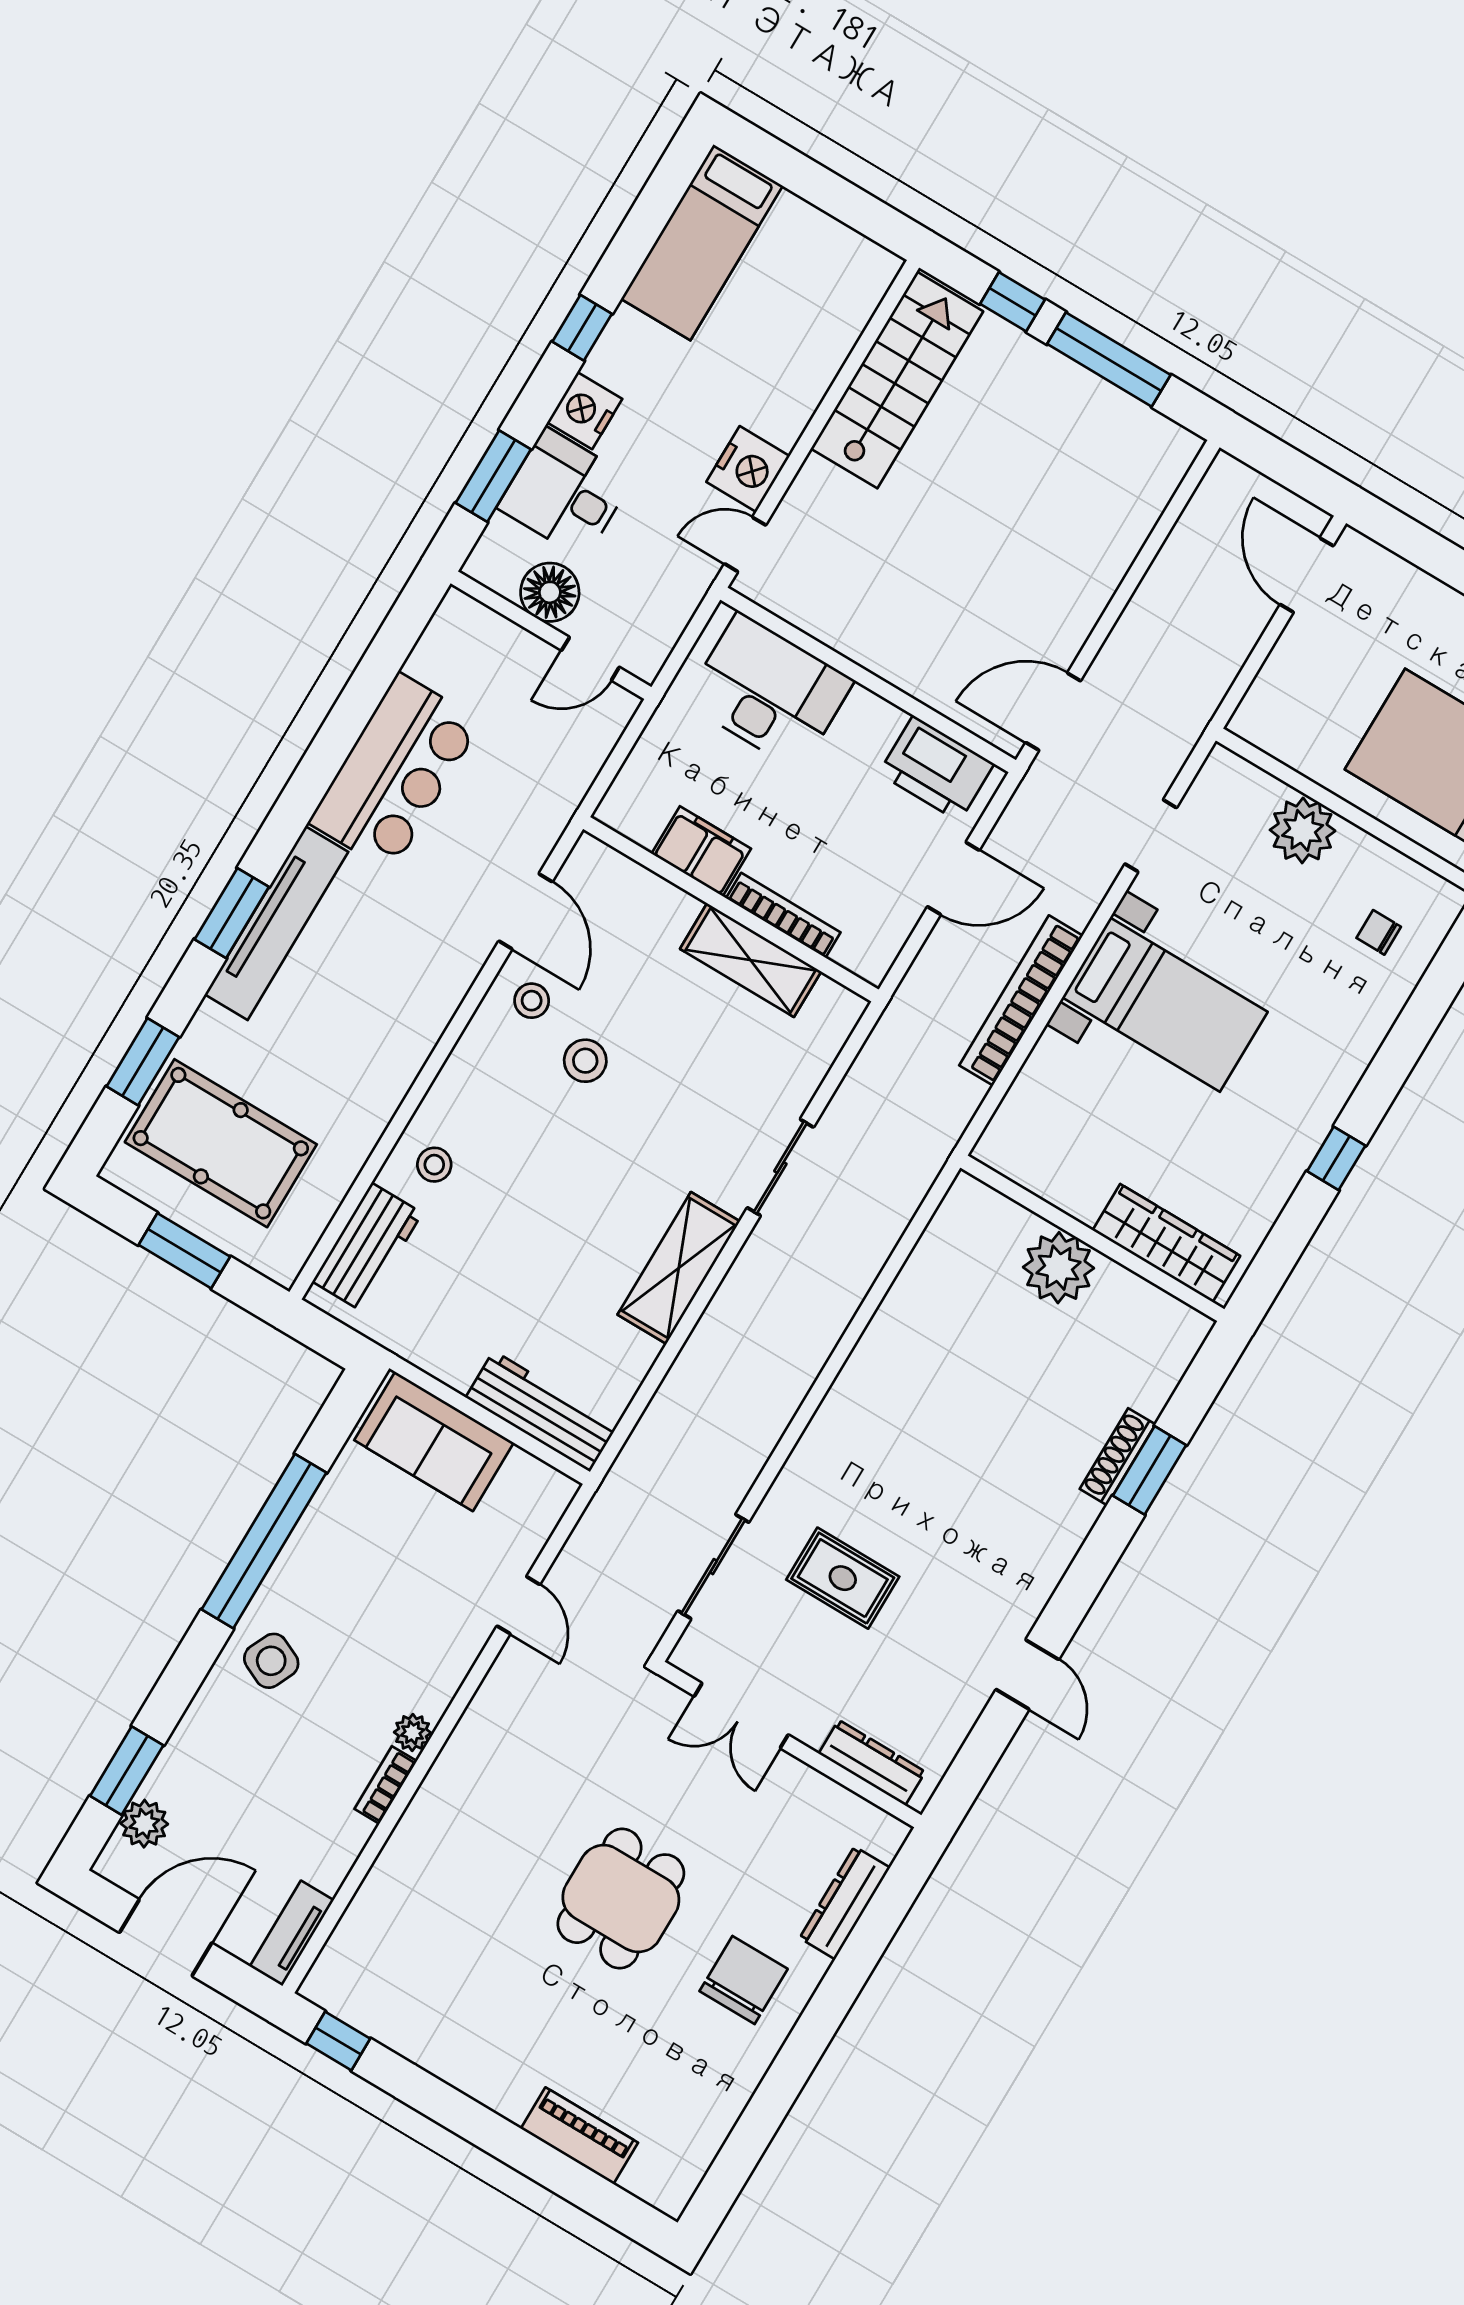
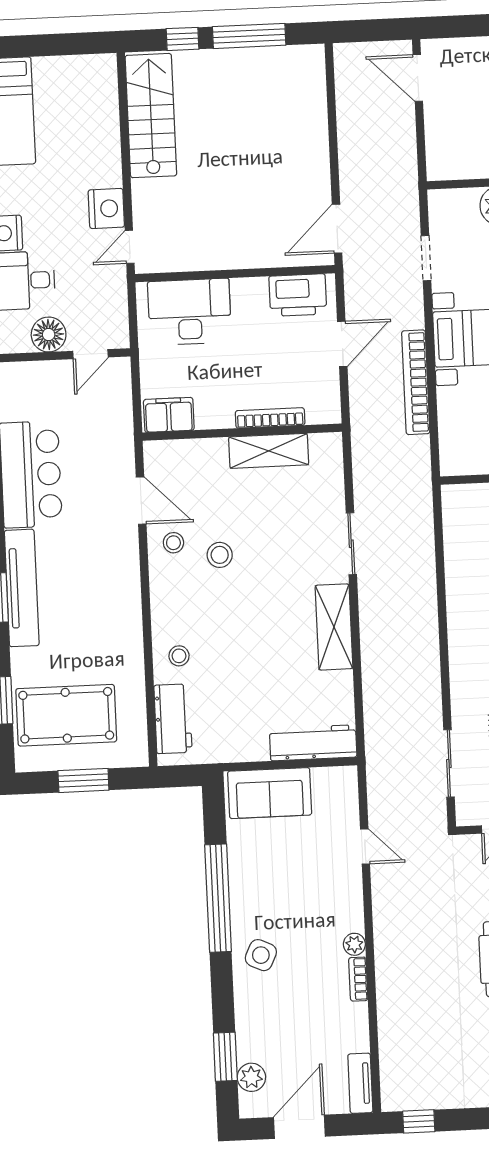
filing cabinet: (701, 851) -> (169, 415), moved

